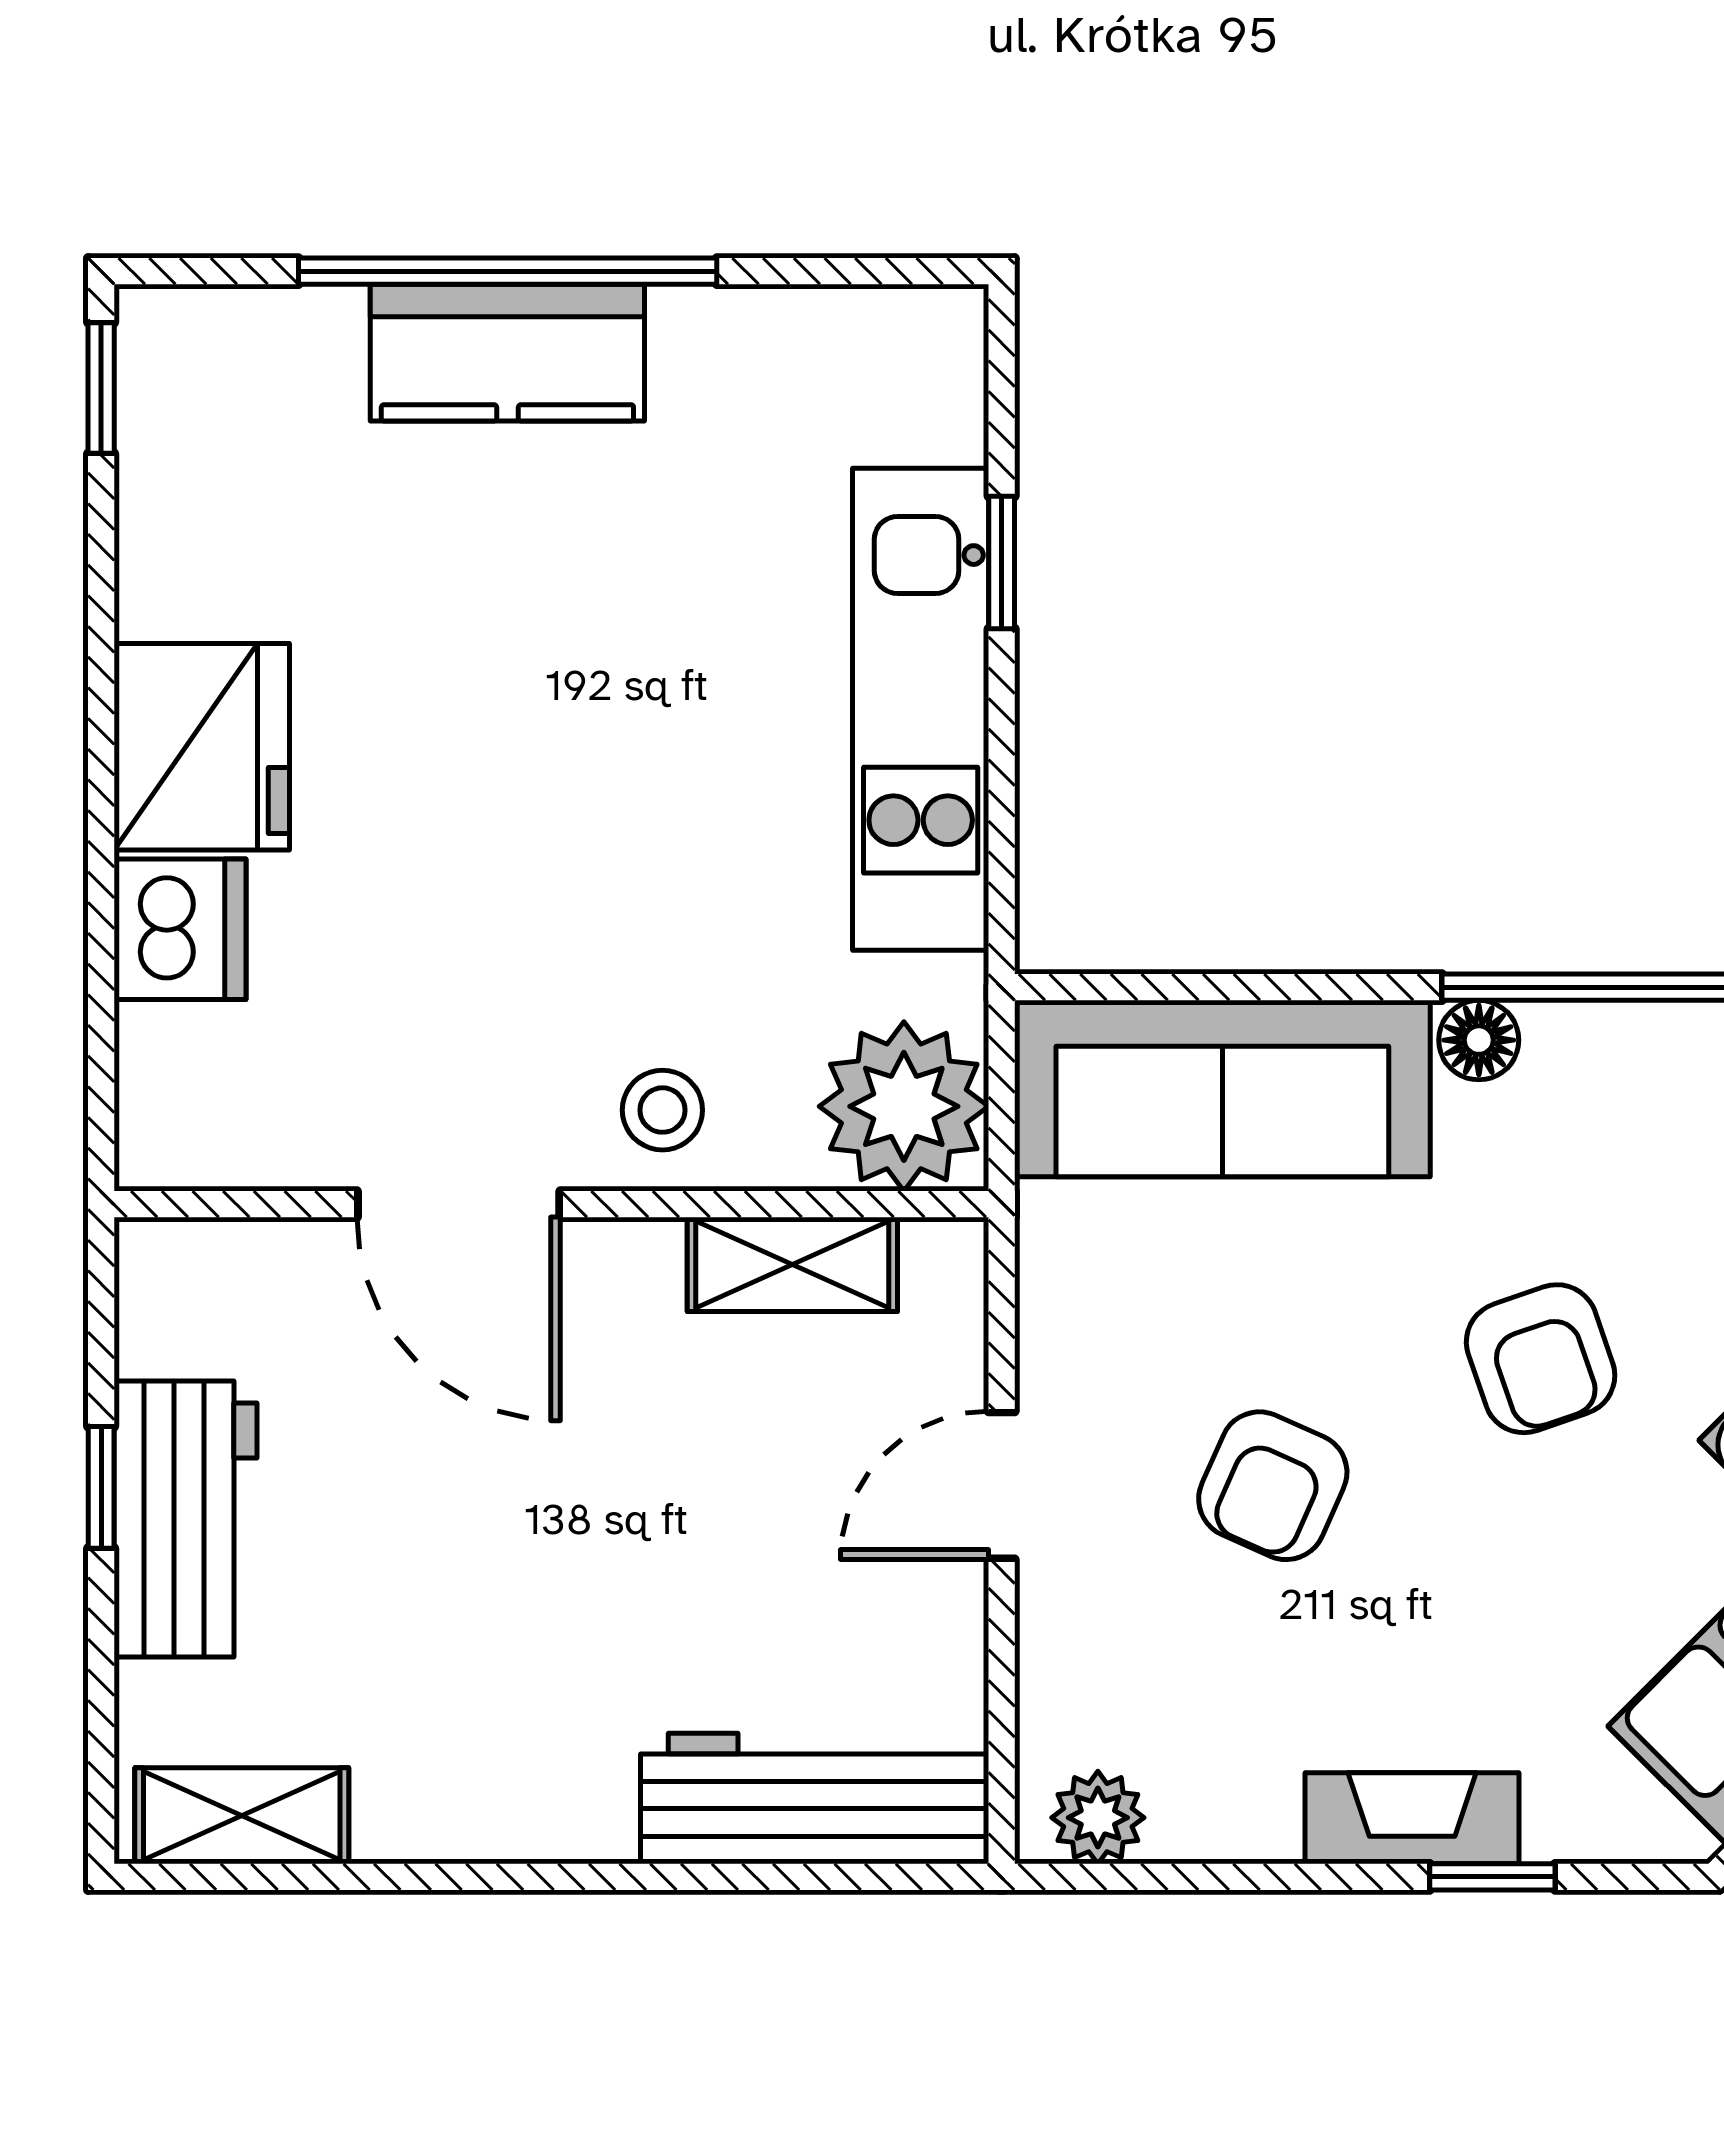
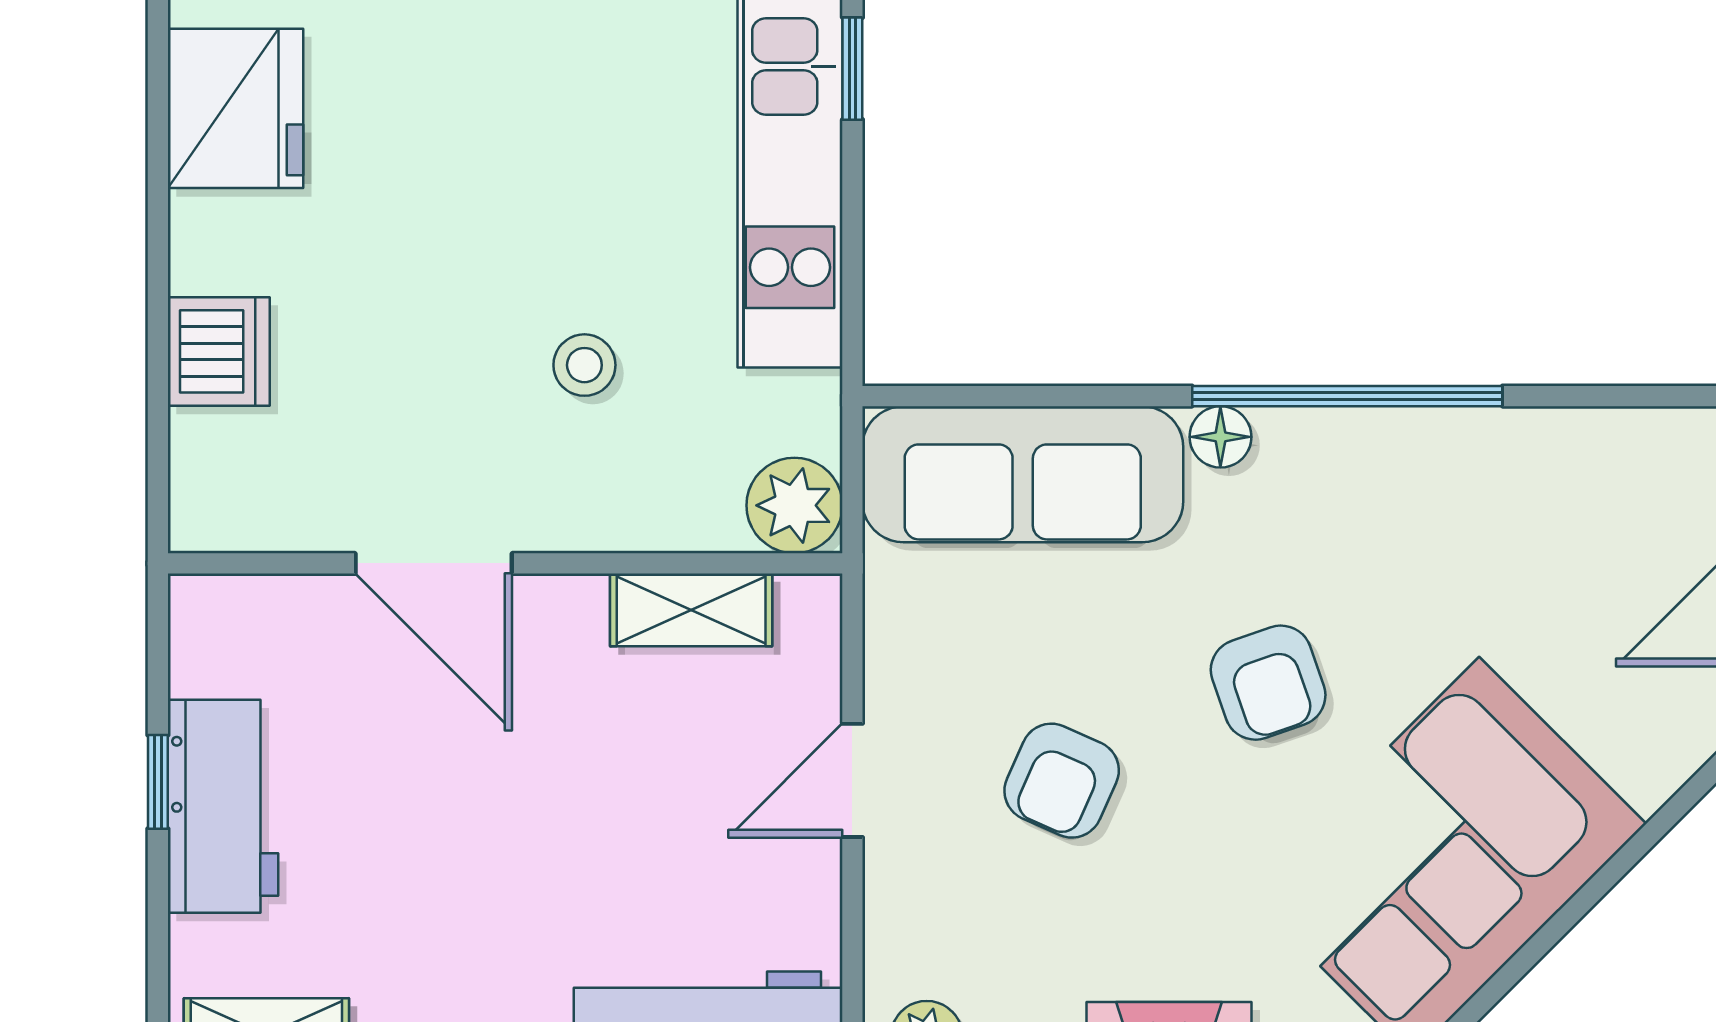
fridge: (202, 747) -> (235, 108), moved
plant: (904, 1106) -> (794, 505), width x0.73, depth x0.73
stool: (662, 1110) -> (584, 365), moved

